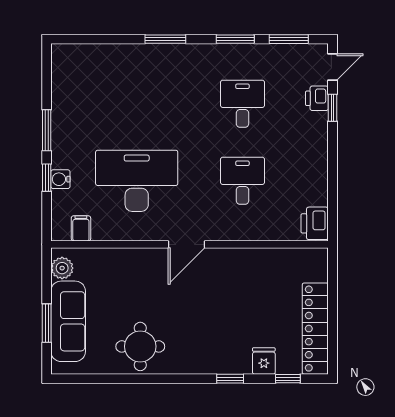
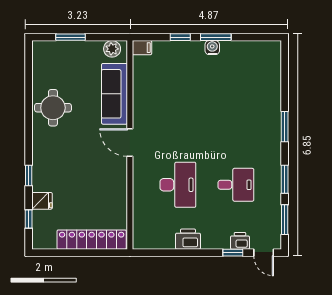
water cooler: (60, 179) -> (212, 48), moved
desk: (137, 181) -> (178, 105), removed
desk: (242, 181) -> (178, 185), width x1.37
printer: (315, 223) -> (188, 239), moved
filing cabinet: (81, 228) -> (142, 48), moved
sofa: (68, 321) -> (115, 94), moved, turned 90
locker: (315, 329) -> (92, 240), moved

